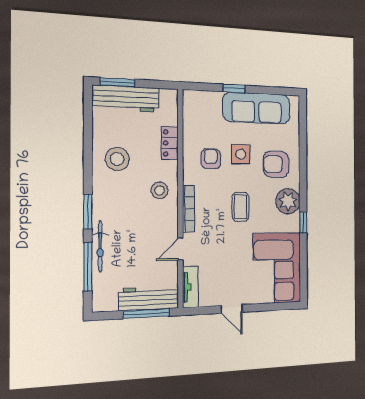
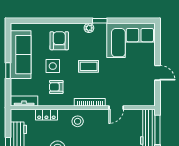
armchair: (276, 164) -> (59, 41), turned 180
plant: (288, 201) -> (89, 28), width x0.53, depth x0.53
door: (180, 249) -> (116, 108), hinge flipped
tv unit: (190, 287) -> (24, 101), moved
door: (232, 309) -> (157, 73), hinge flipped

